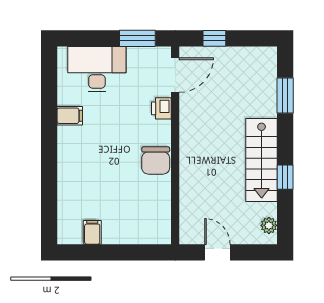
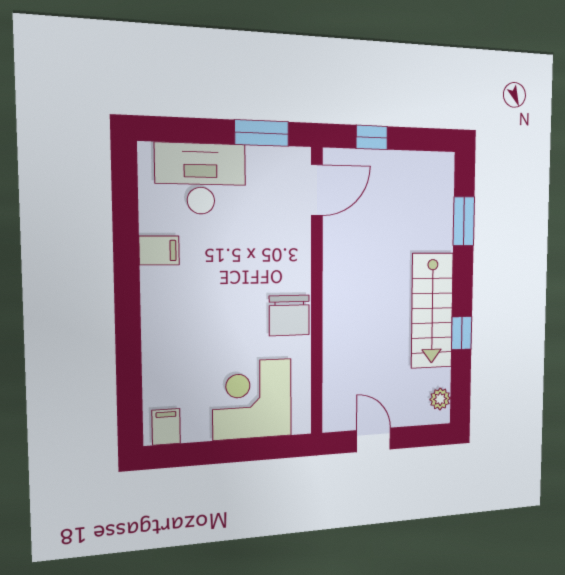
printer: (161, 108) -> (297, 239), removed
corner desk: (130, 217) -> (252, 399), added
filing cabinet: (92, 232) -> (166, 427), moved

